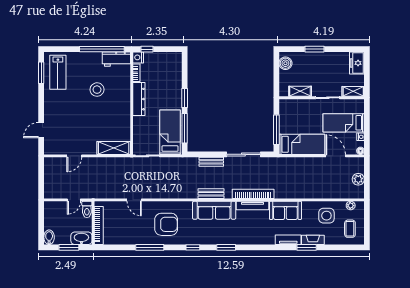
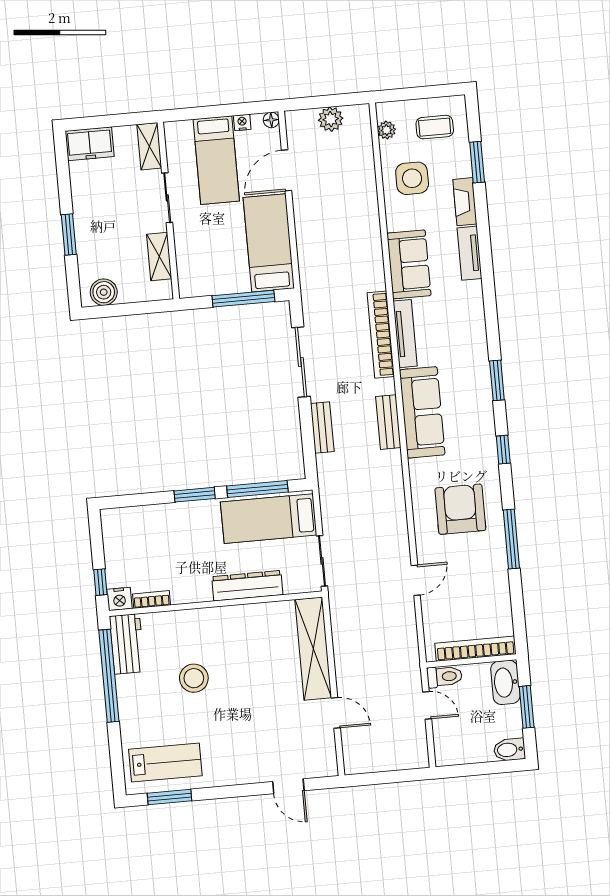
dresser: (139, 99) -> (247, 586), moved
shelving: (114, 148) -> (313, 649), width x1.47
window: (307, 247) -> (477, 162), moved

